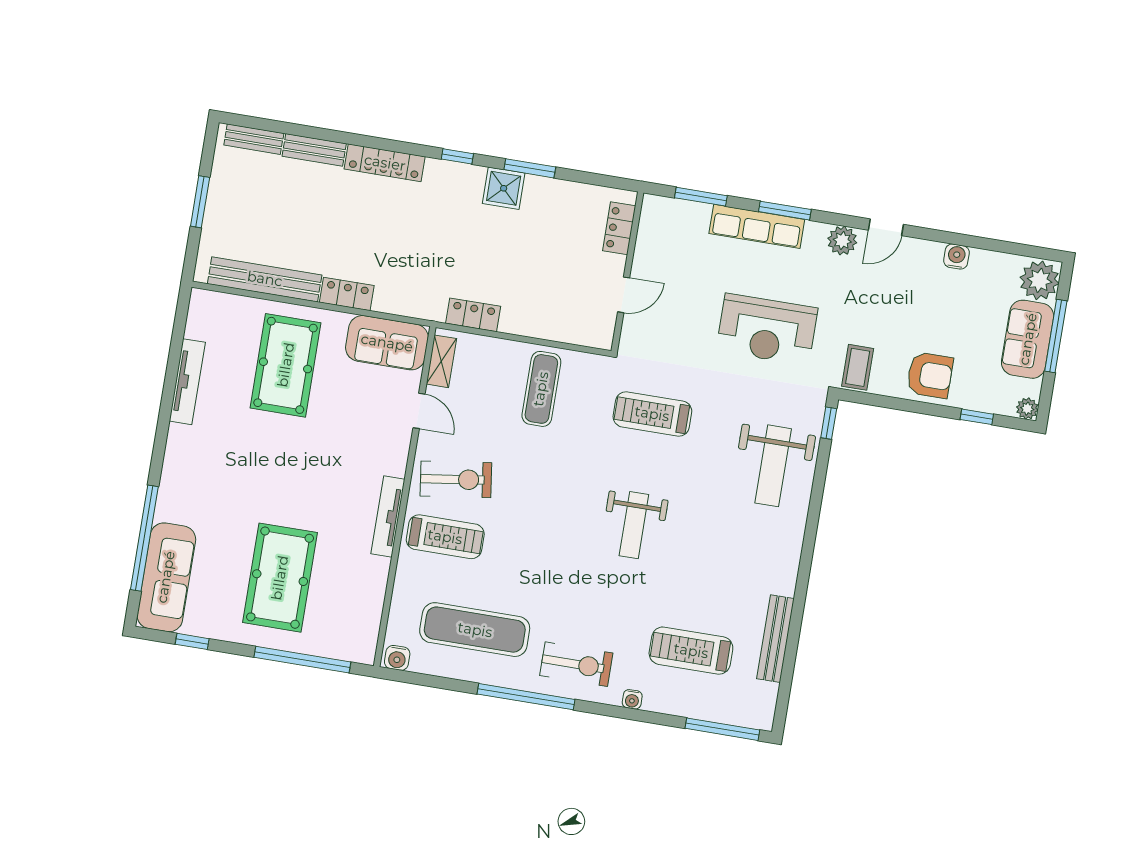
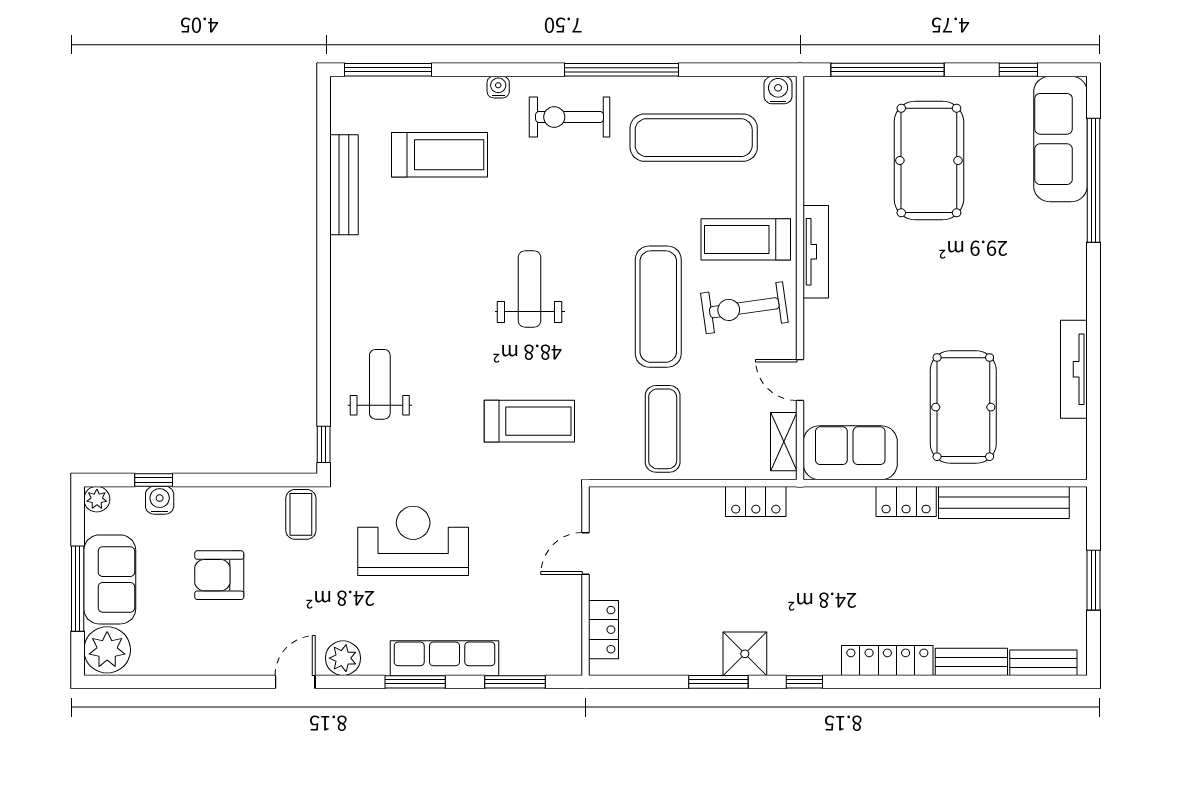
water cooler: (956, 257) -> (160, 500), moved, turned 180
armchair: (930, 375) -> (219, 575), moved
weight bench: (773, 466) -> (380, 384), width x0.73, depth x0.75
exercise mat: (528, 492) -> (658, 307), added

